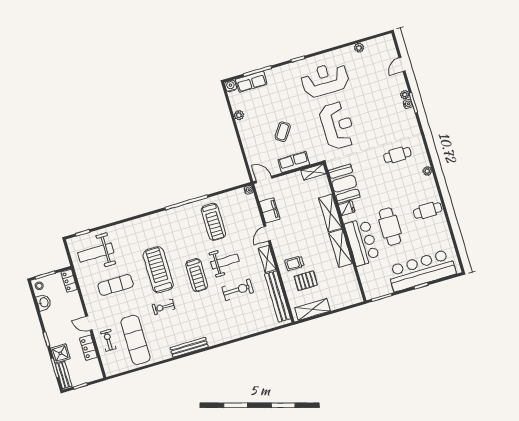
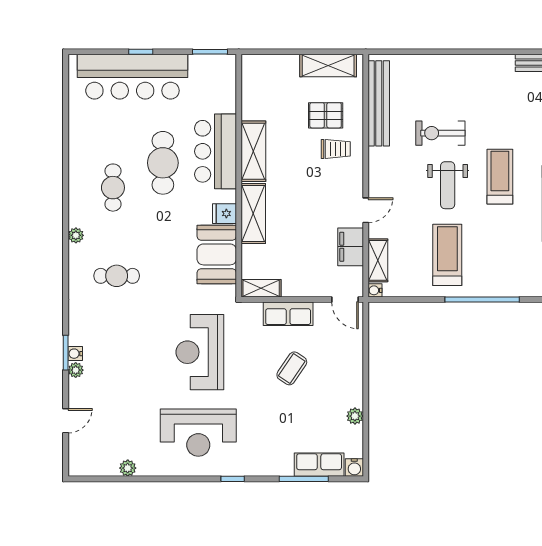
cafe table: (428, 210) -> (113, 188), moved, turned 90
shelving: (267, 259) -> (378, 260), moved
weight bench: (225, 261) -> (448, 185), turned -90

